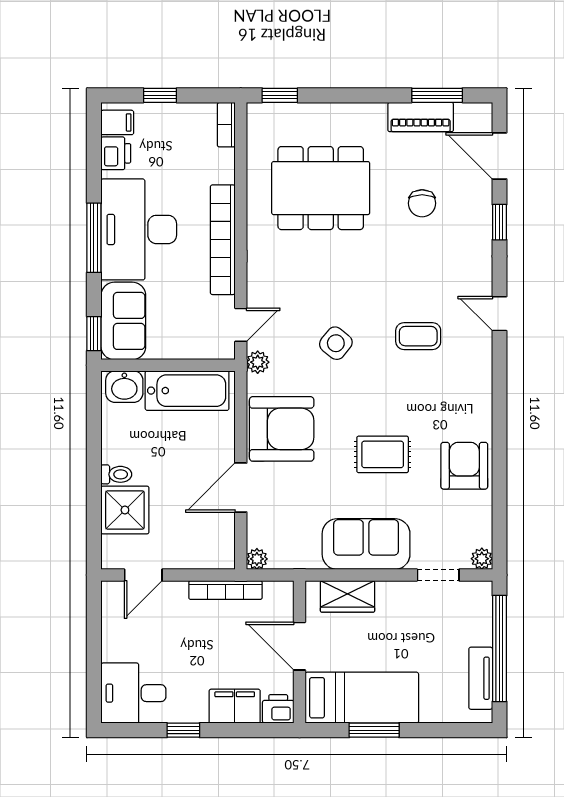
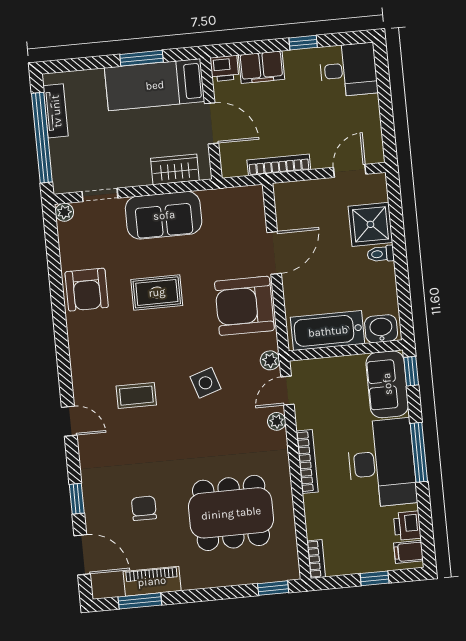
bookcase: (223, 240) -> (307, 461), width x0.68, depth x0.76
side table: (336, 343) -> (205, 383), turned 33
plant: (257, 559) -> (277, 421), moved

